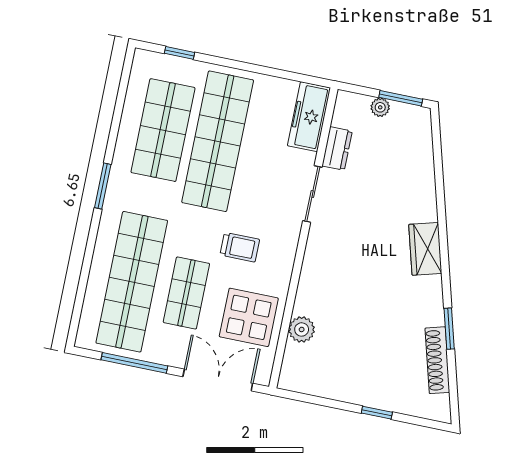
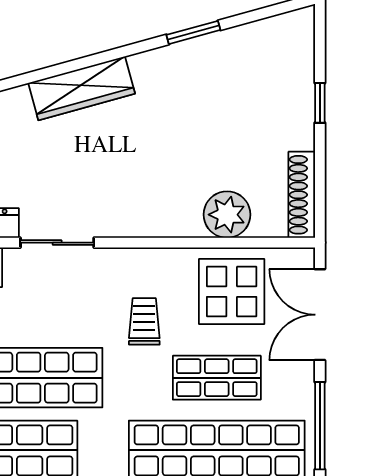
wardrobe: (425, 249) -> (82, 88), width x1.50
plant: (302, 329) -> (227, 215), width x1.36, depth x1.36
shoe rack: (437, 360) -> (302, 195), moved, turned 105

